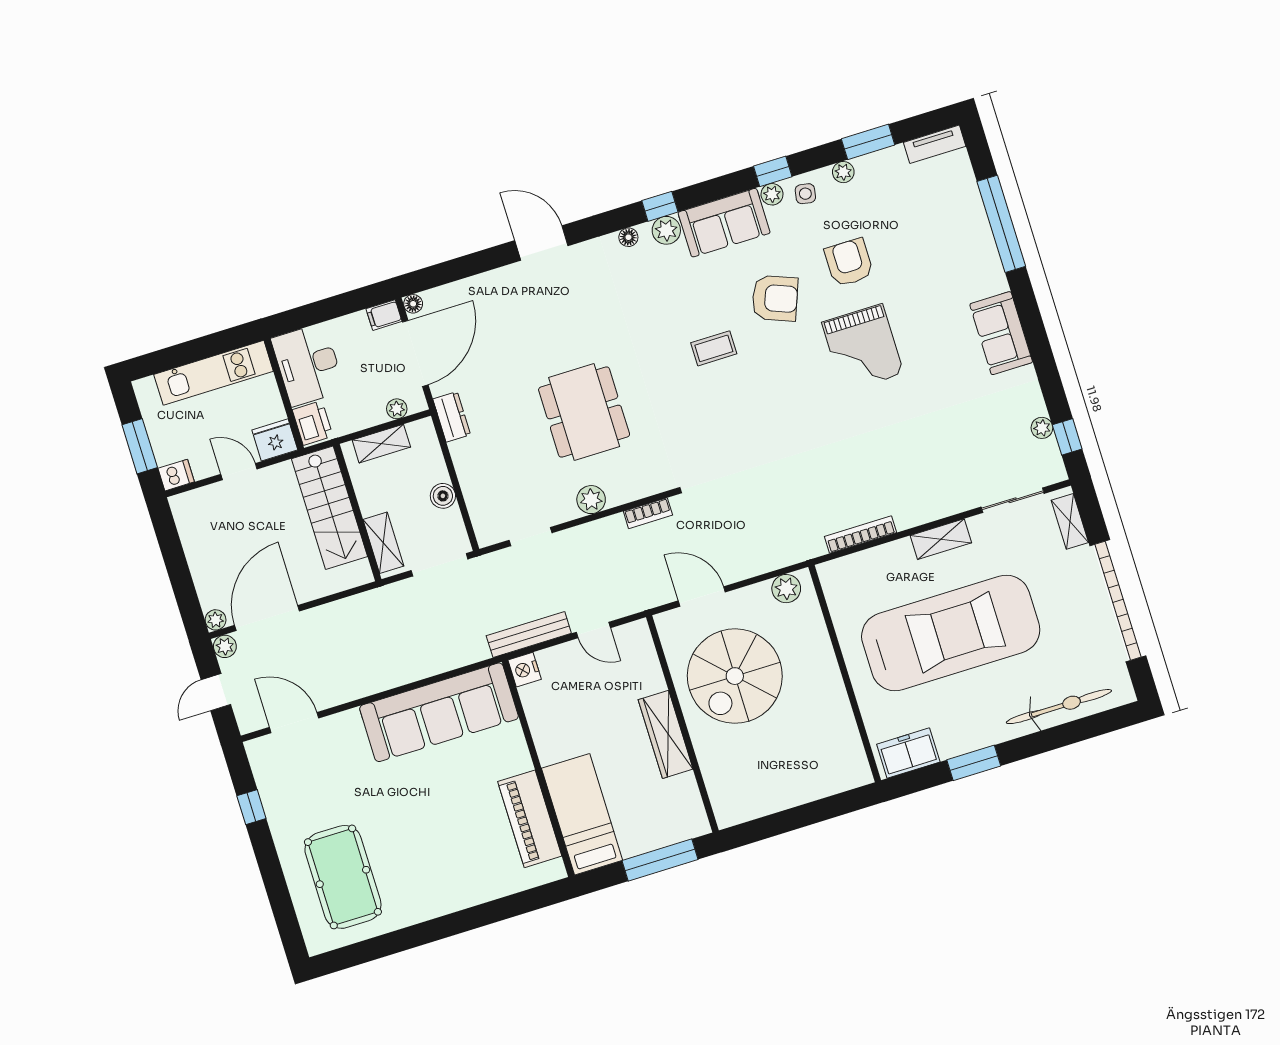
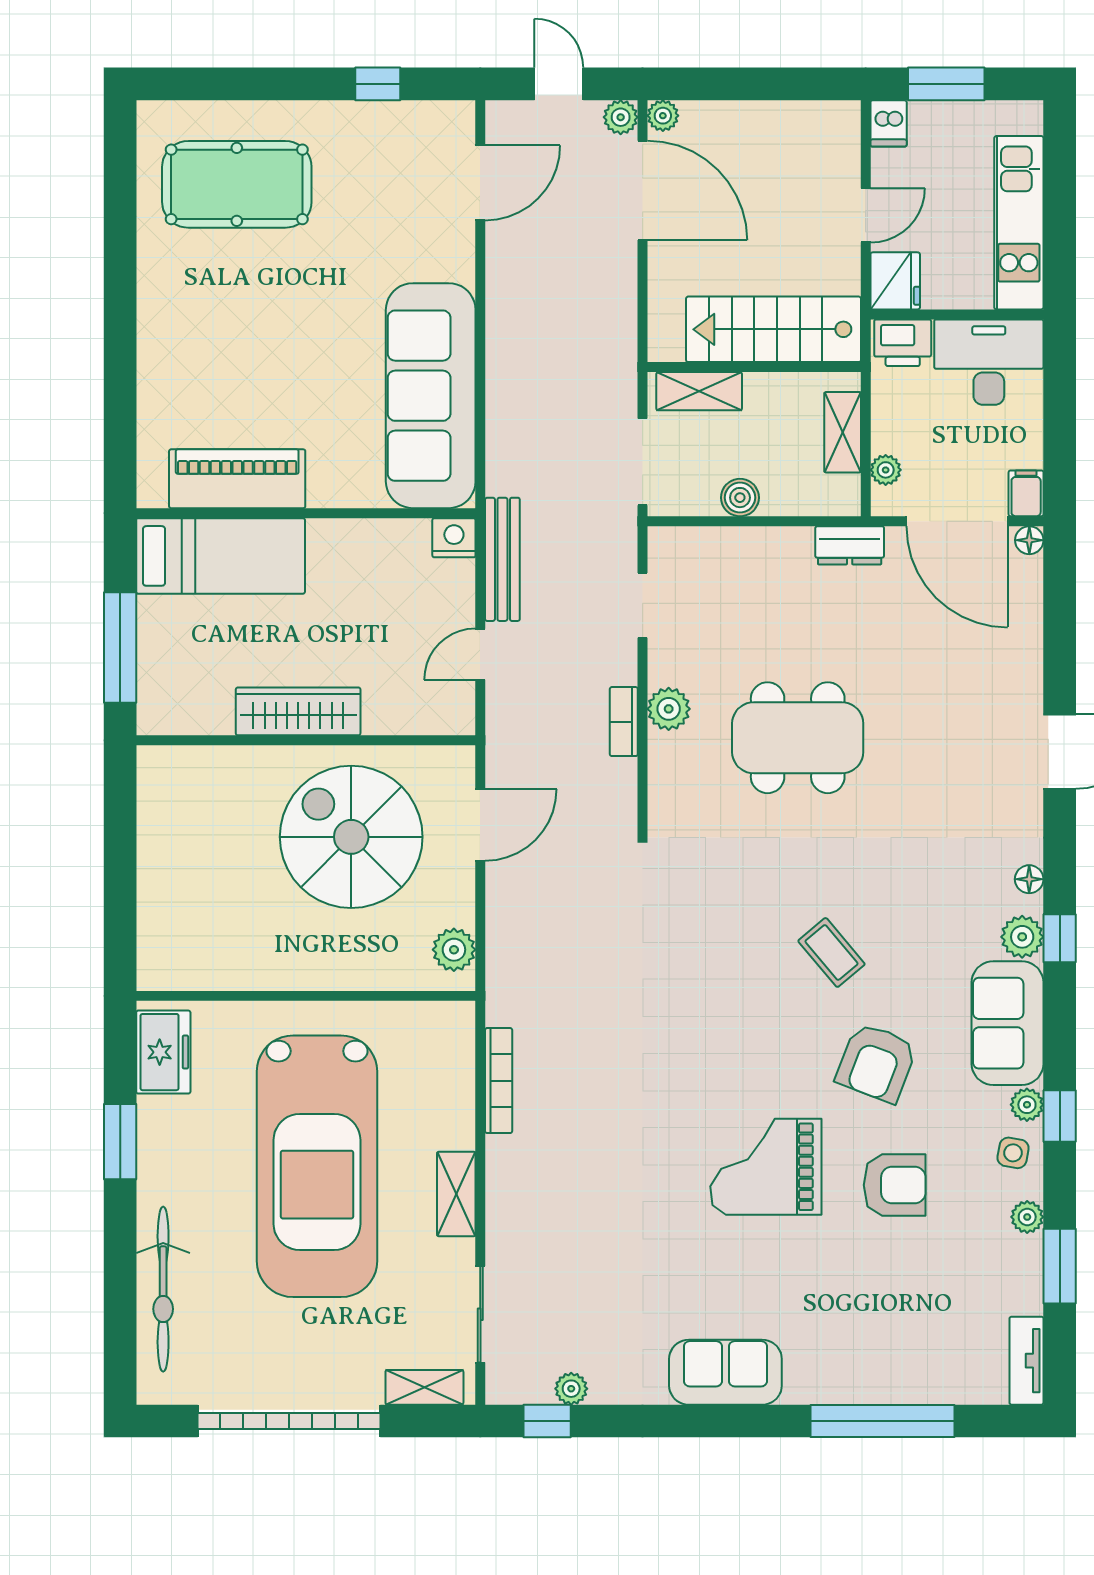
coffee table: (714, 348) -> (831, 952), turned -40
bookcase: (648, 513) -> (624, 722), moved

